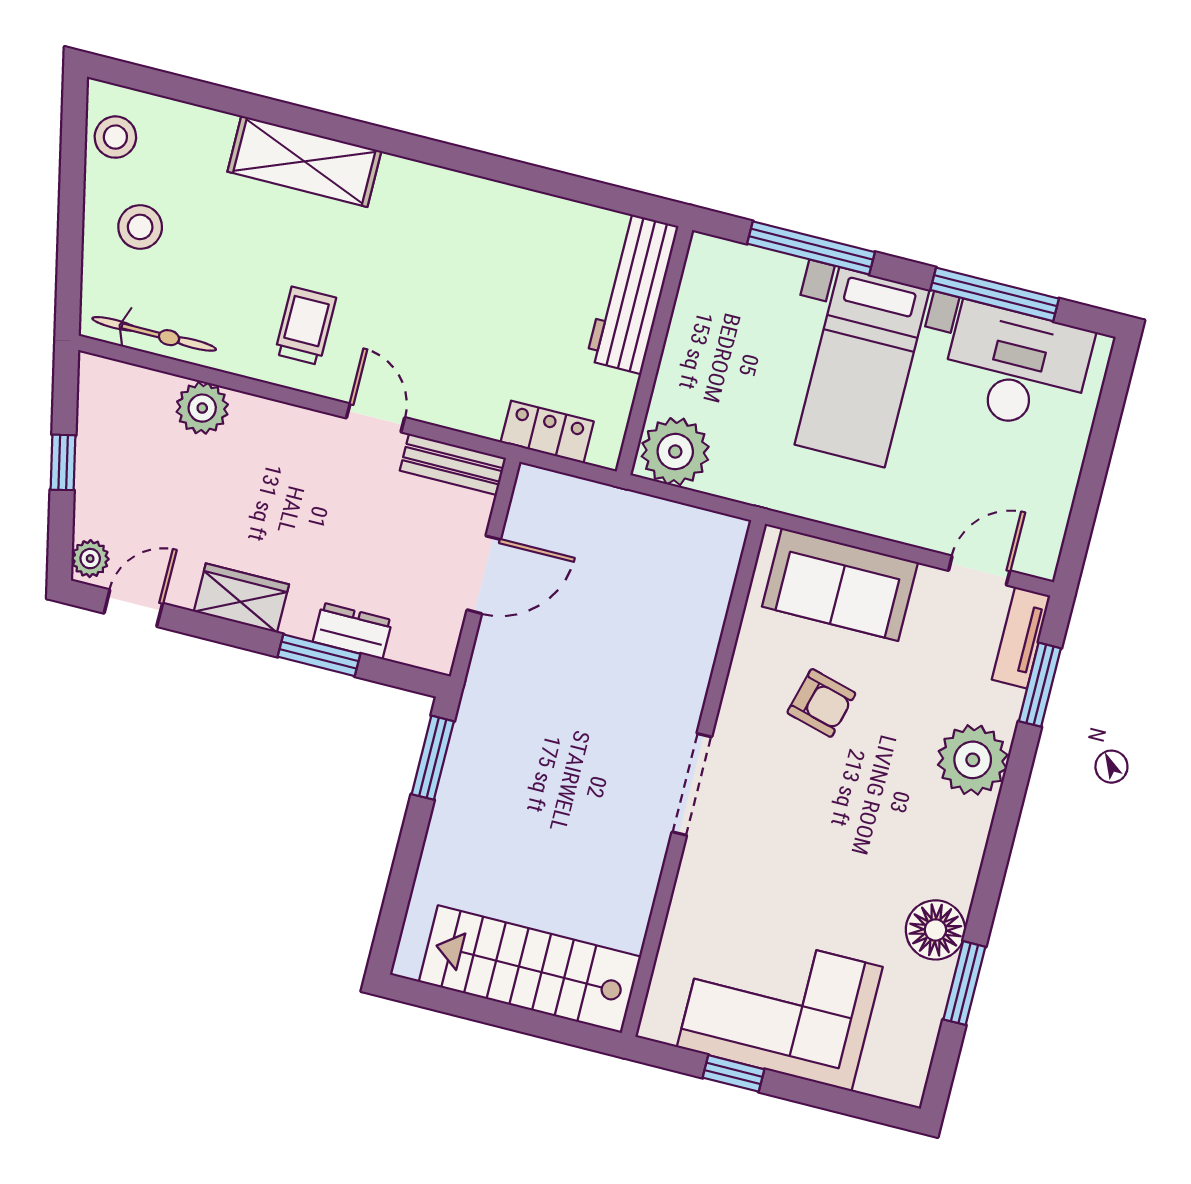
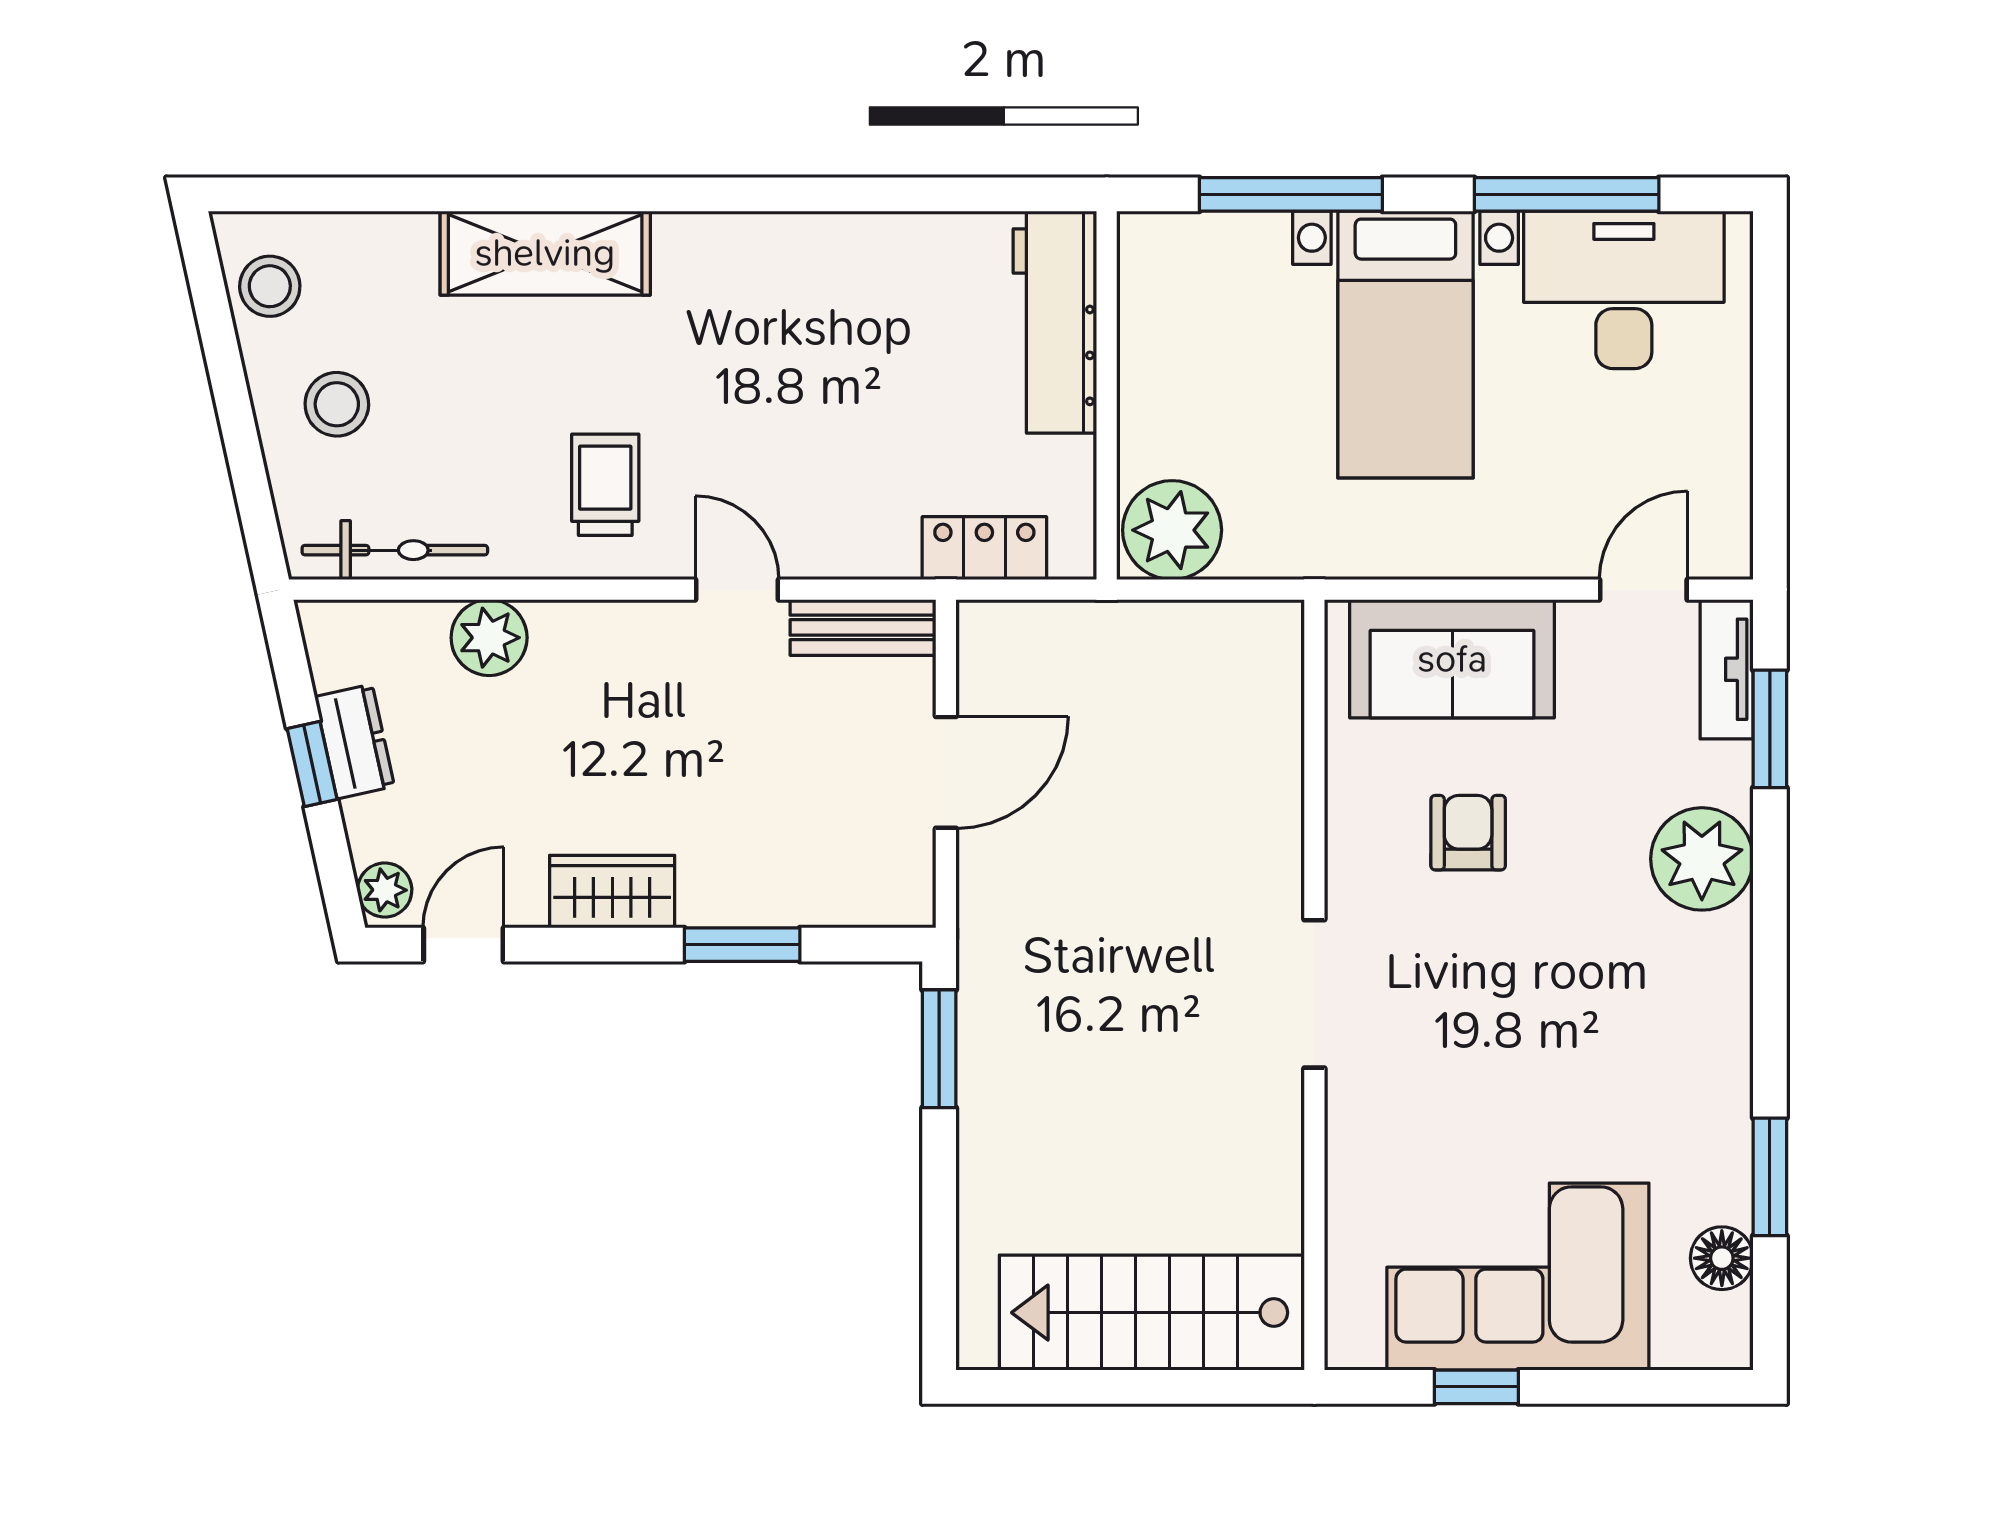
dresser: (352, 631) -> (355, 742), moved, turned 78
armchair: (821, 703) -> (1468, 833), turned -105
floor lamp: (935, 930) -> (1722, 1258), moved, width x0.73, depth x0.73

